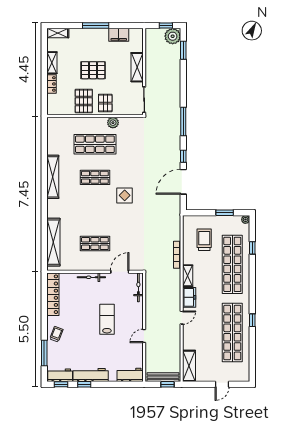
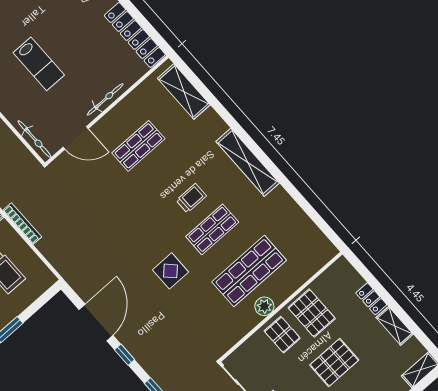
plant: (113, 123) -> (264, 306), moved
shelving: (53, 177) -> (248, 162), moved
display table: (125, 195) -> (171, 271), moved
trolley: (92, 199) -> (191, 198), added
shelving: (53, 242) -> (184, 92), width x0.68
door: (120, 272) -> (76, 138), hinge flipped

